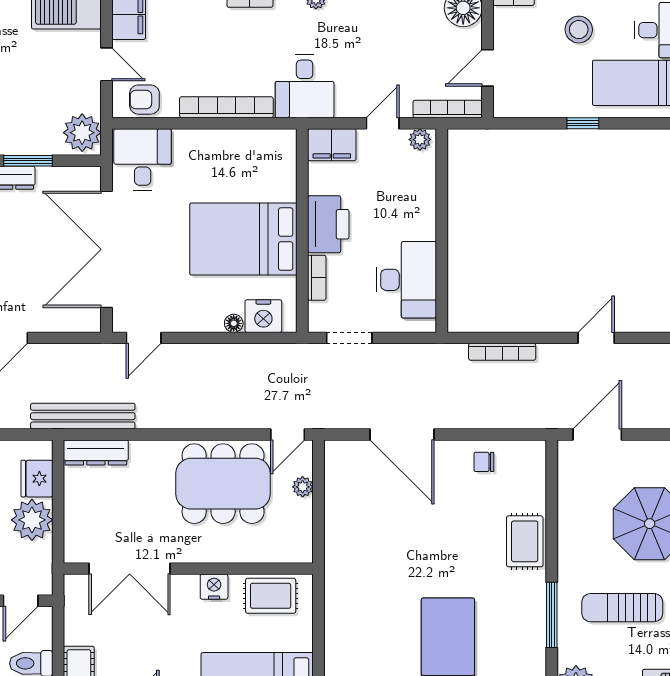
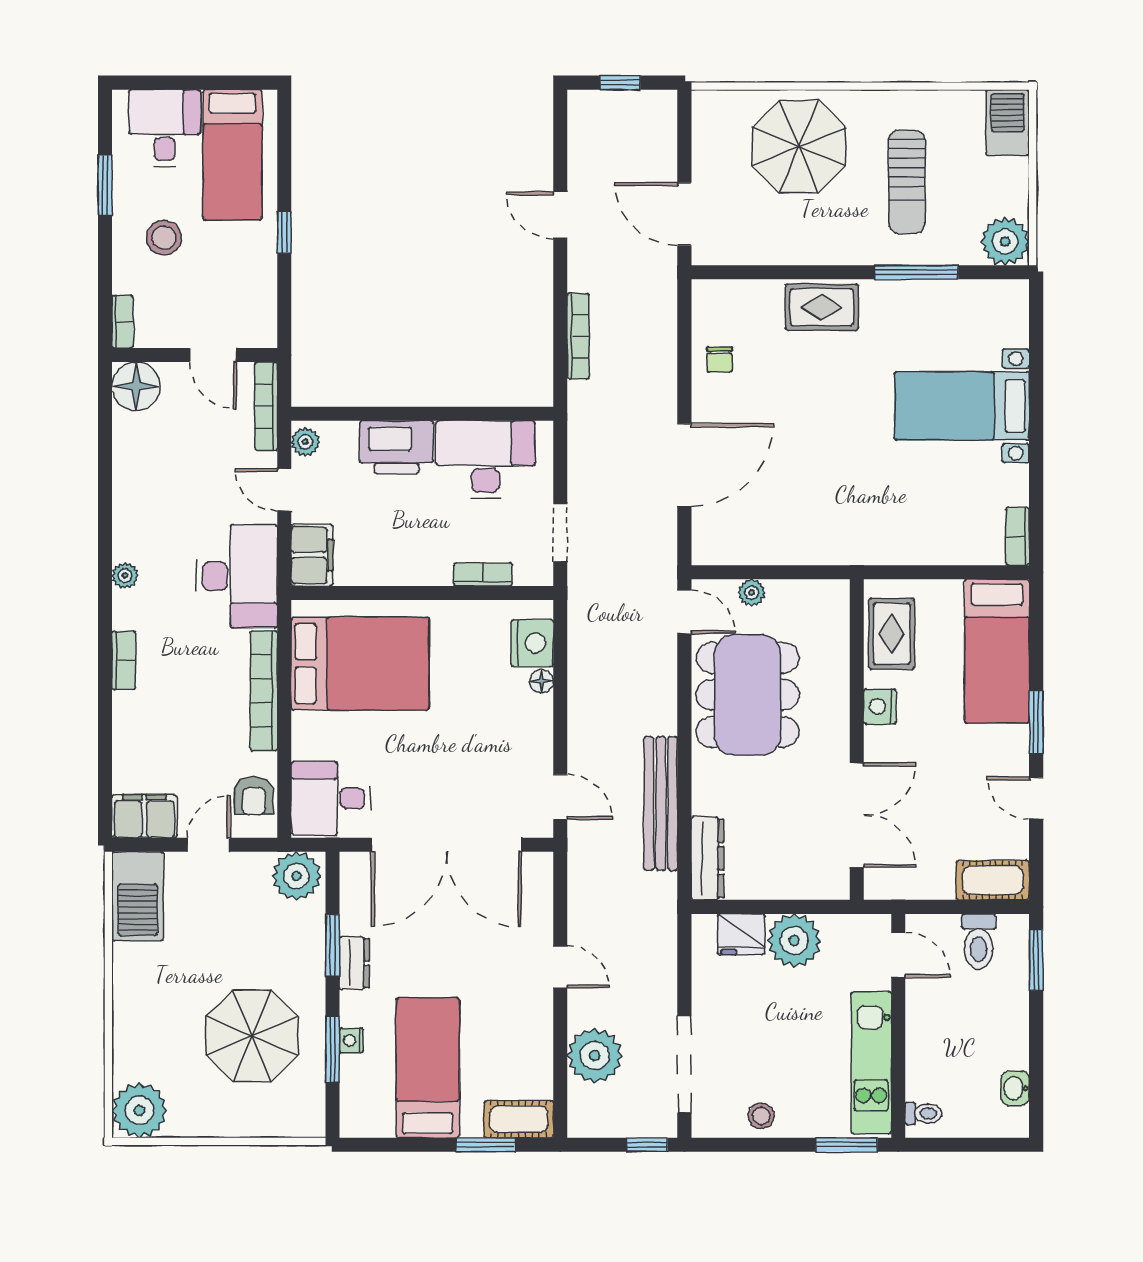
desk: (305, 86) -> (237, 576), width x1.37
printer: (328, 224) -> (397, 447), moved, turned 180
bed: (243, 239) -> (360, 664), moved, turned -90
bench: (83, 416) -> (661, 804), moved

